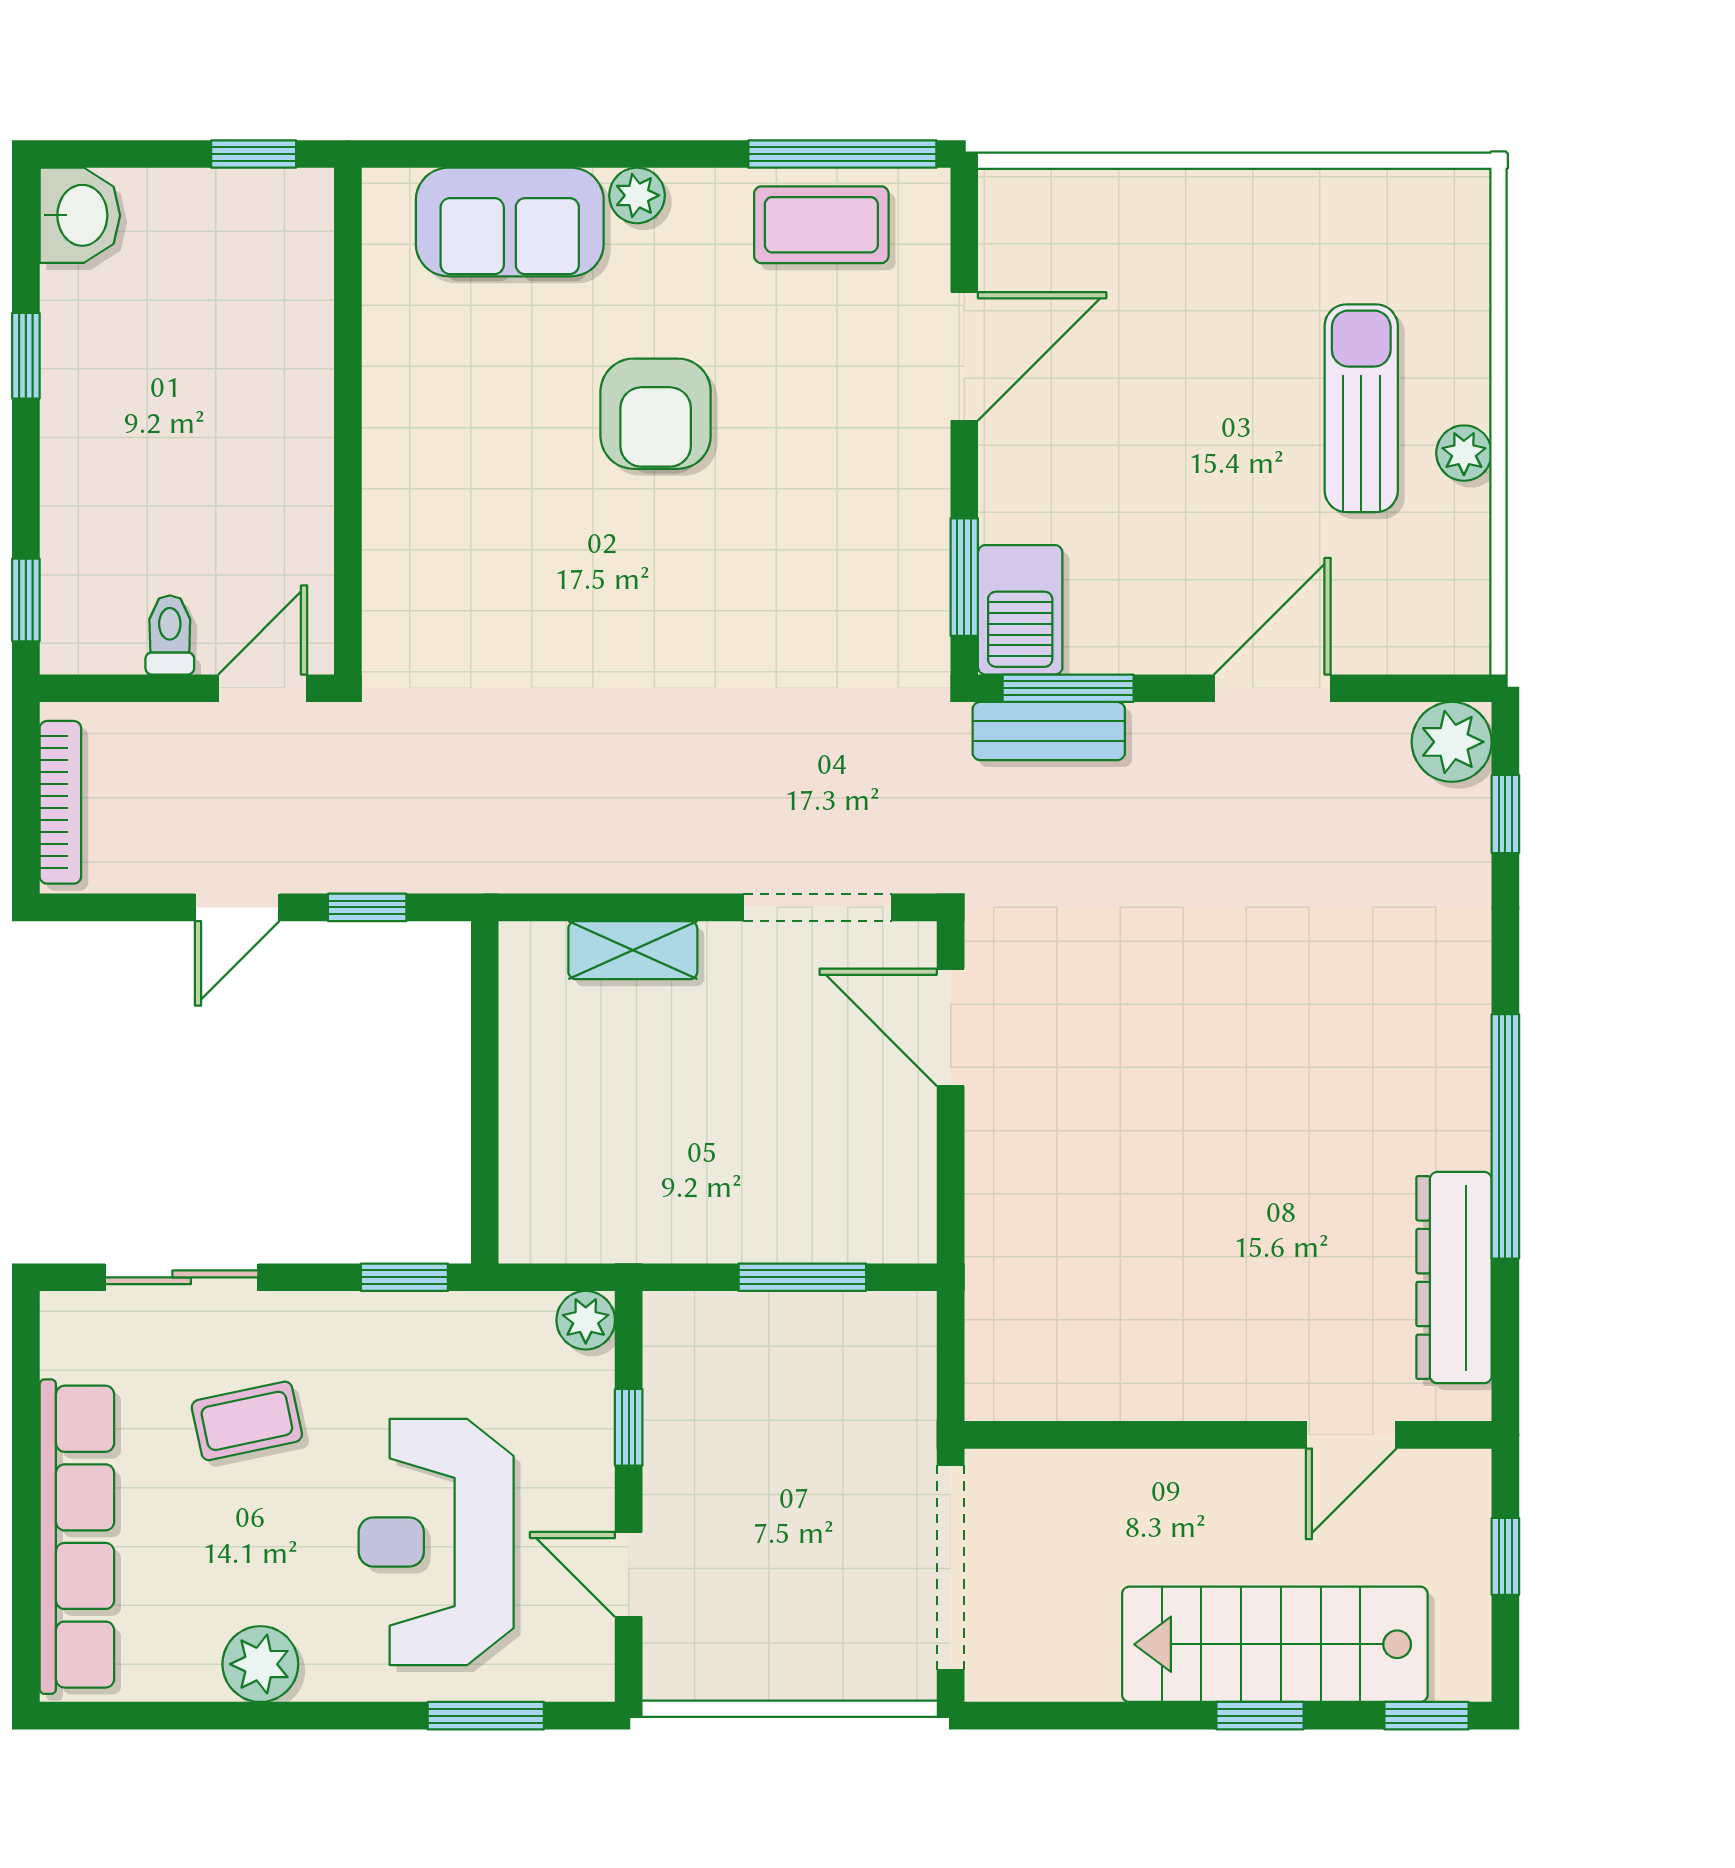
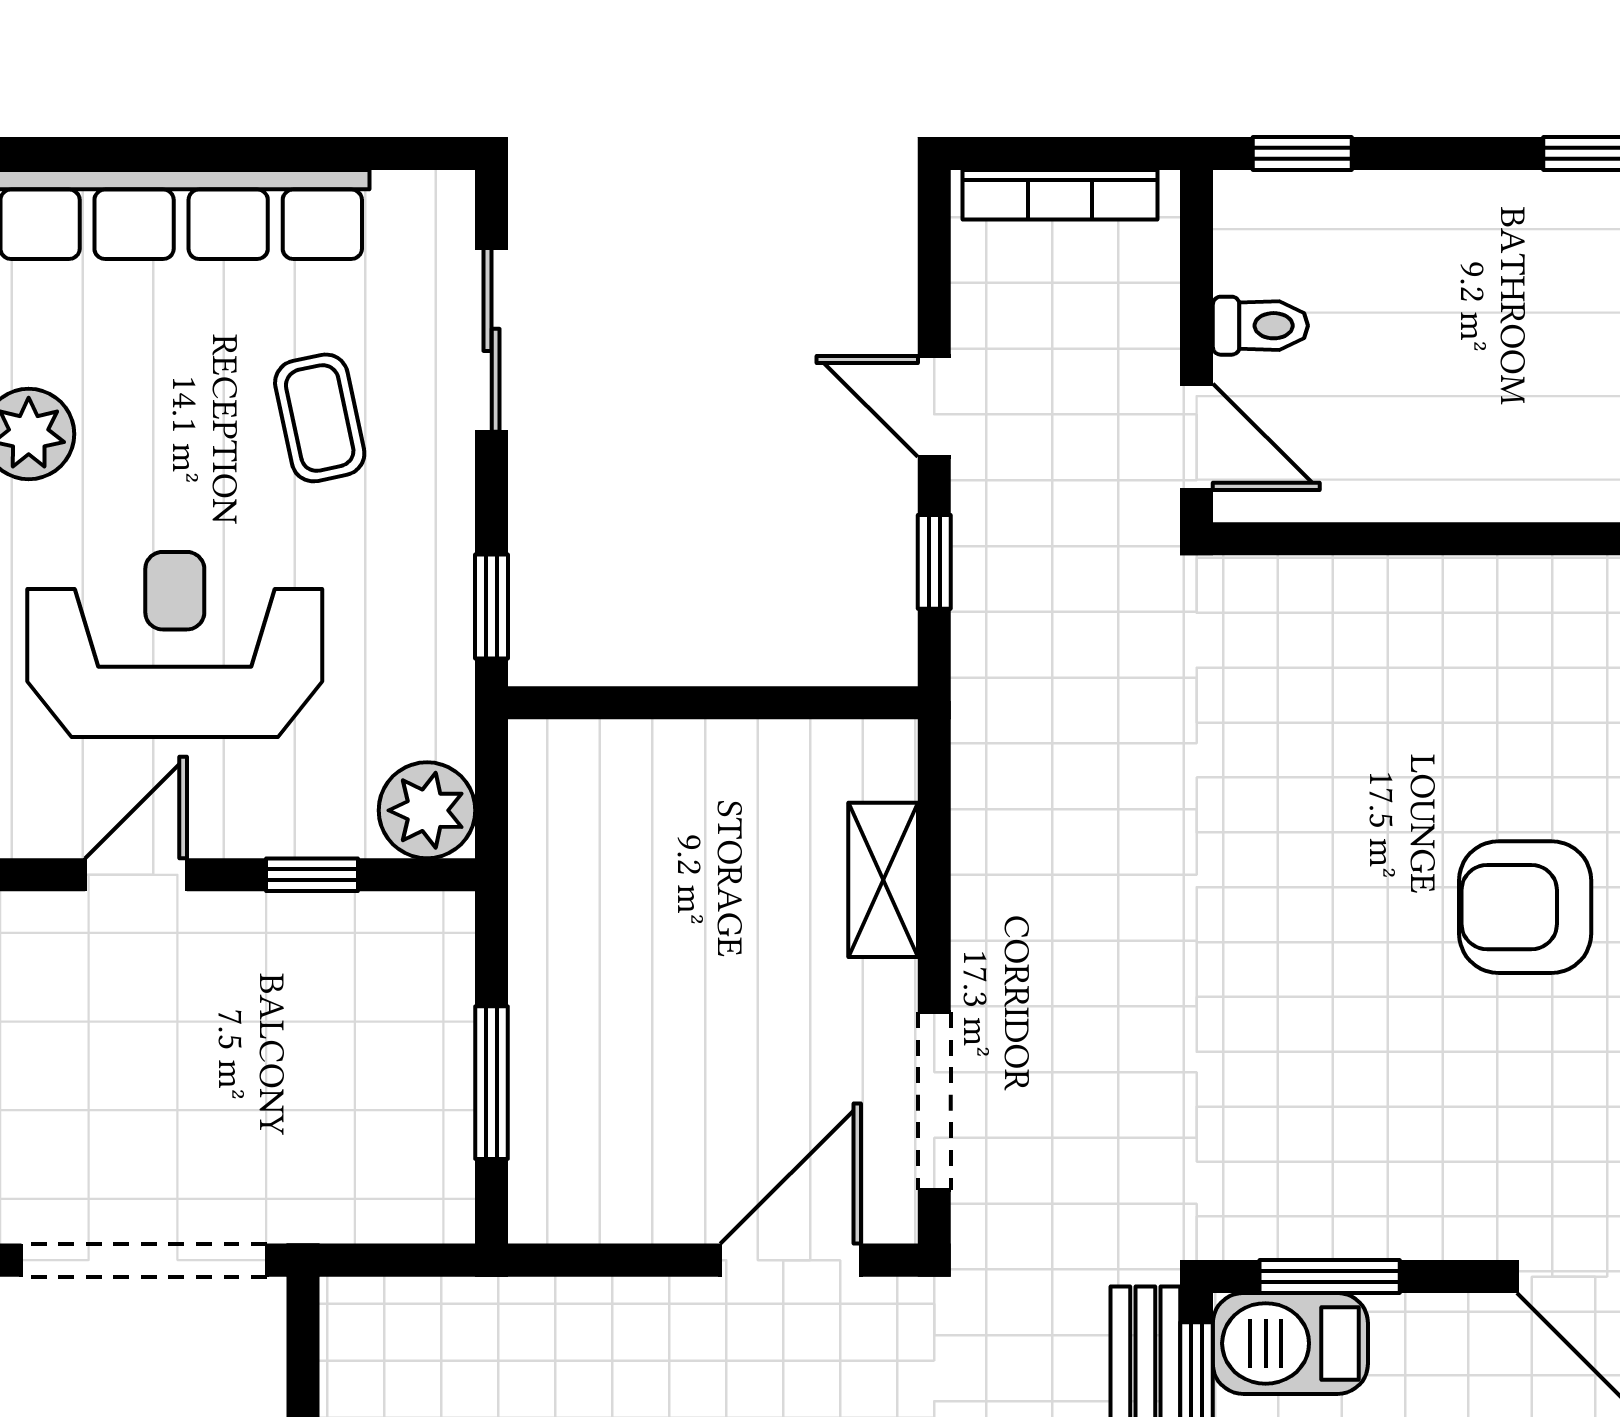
plant: (586, 1320) -> (427, 810), width x1.38, depth x1.38

